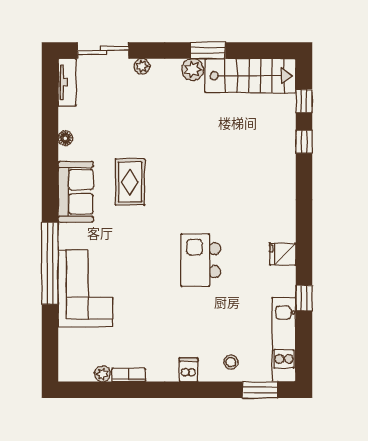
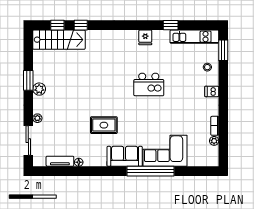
stairs: (251, 76) -> (59, 40), moved, turned 90
tv unit: (67, 82) -> (60, 161), moved
sofa: (76, 192) -> (125, 156), moved

